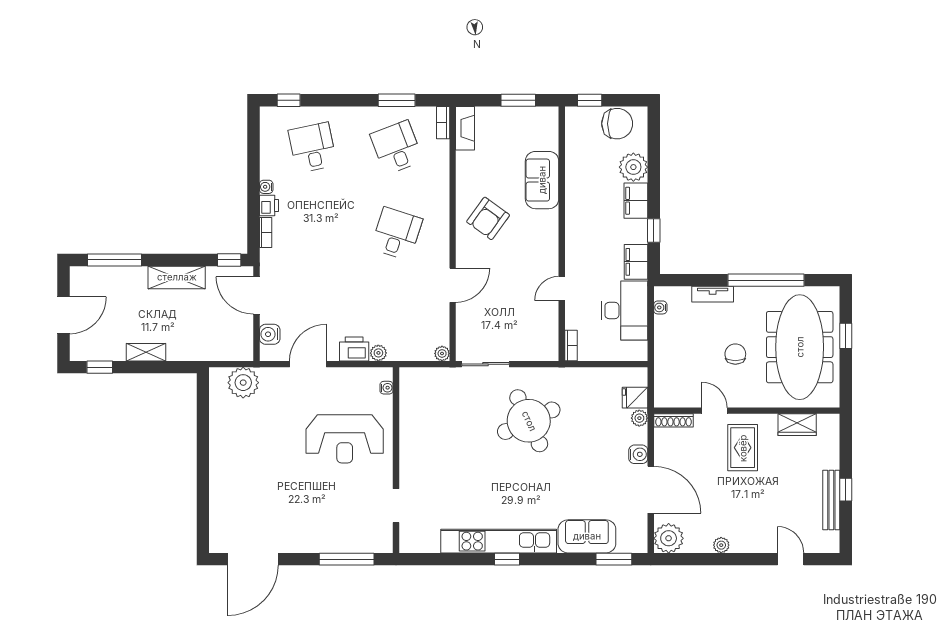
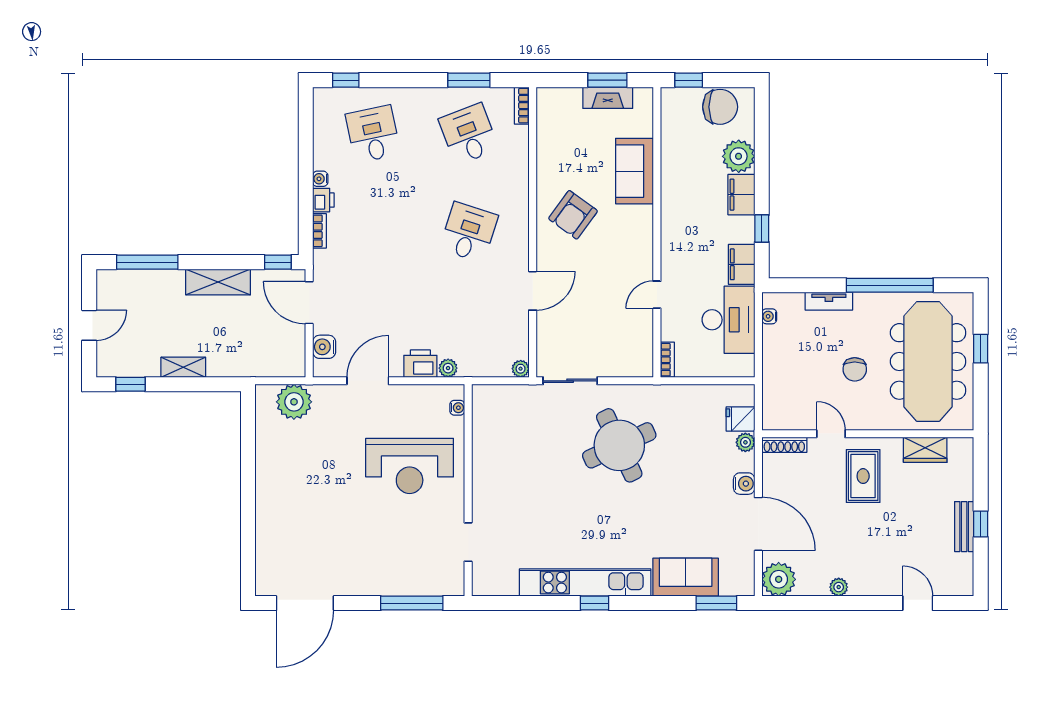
fireplace: (465, 128) -> (608, 98), moved, turned 90
door: (63, 315) -> (89, 325), width x0.73
chair: (735, 354) -> (855, 369), turned 180
bench: (831, 500) -> (964, 527), width x0.73

